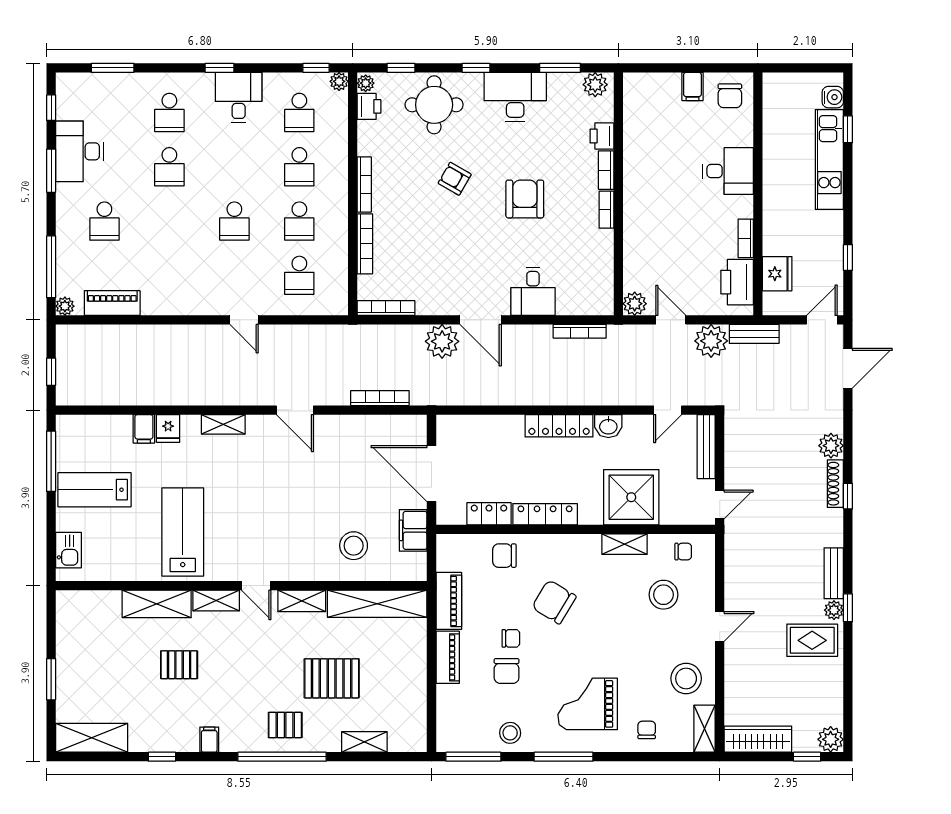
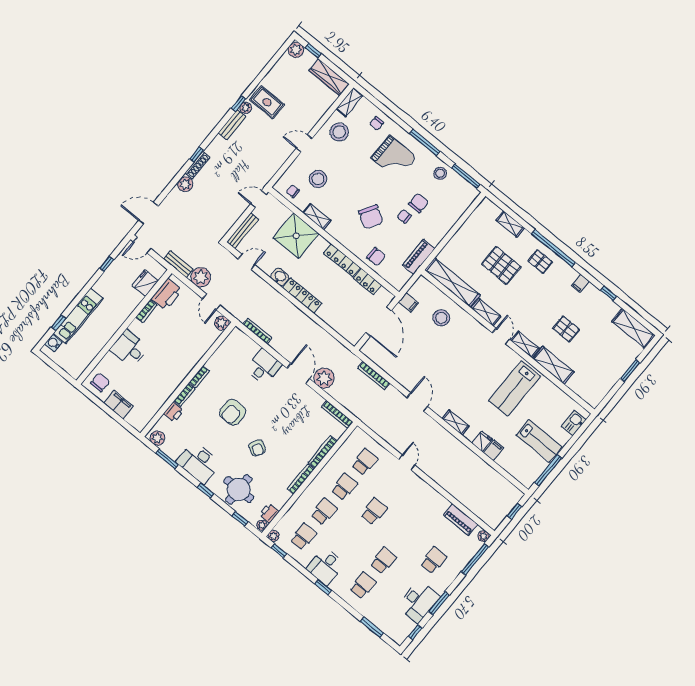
filing cabinet: (692, 86) -> (118, 405), width x2.00
filing cabinet: (413, 530) -> (408, 303), width x0.50
piano: (448, 657) -> (440, 231), removed

